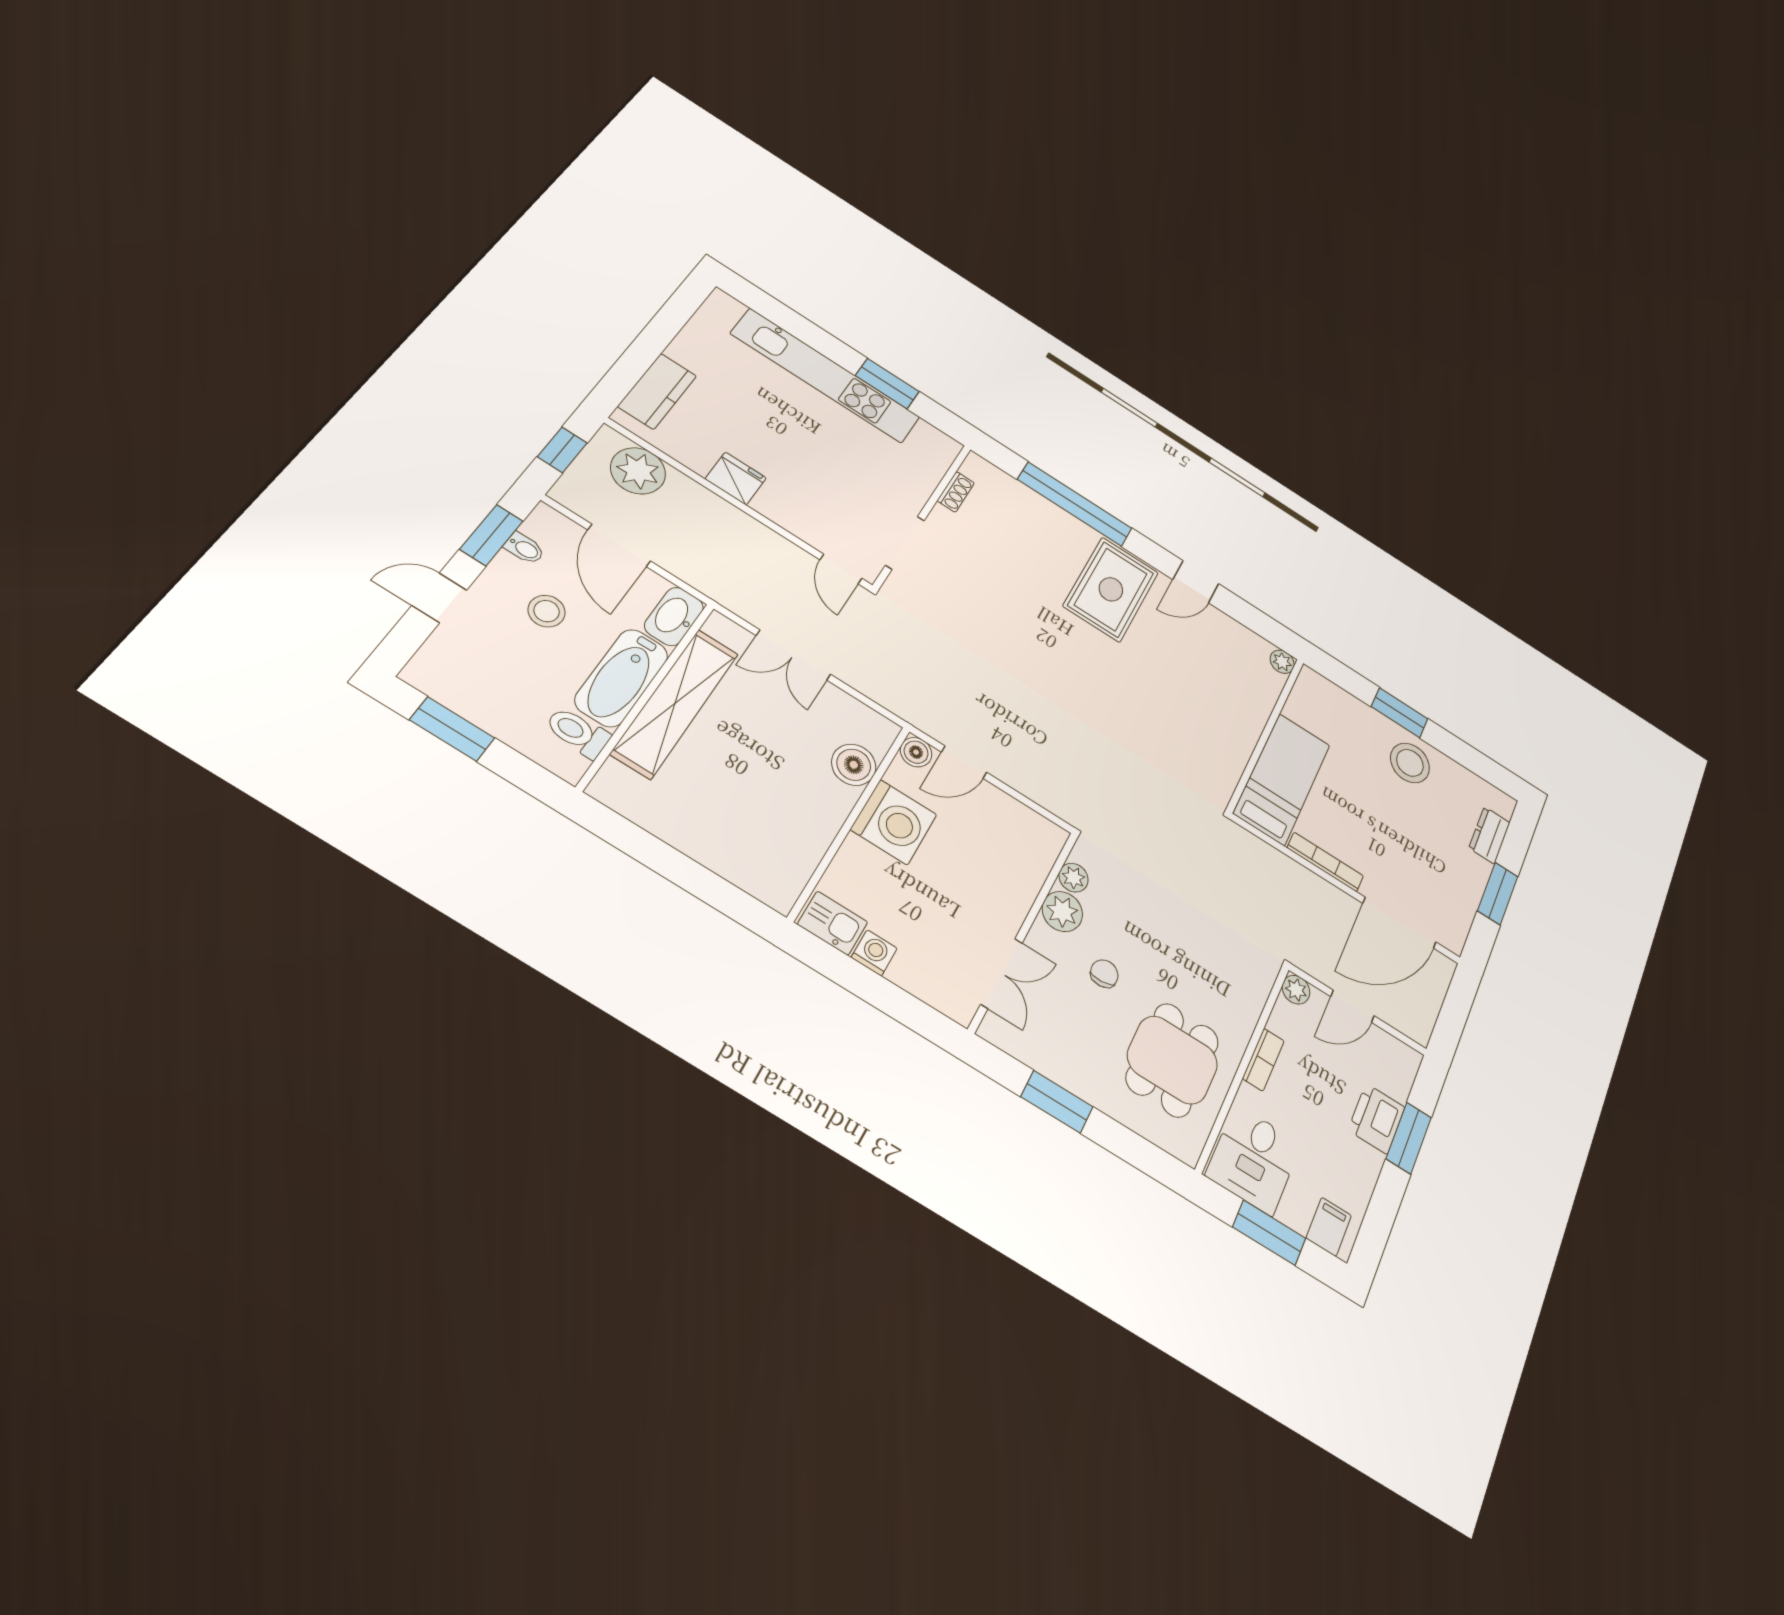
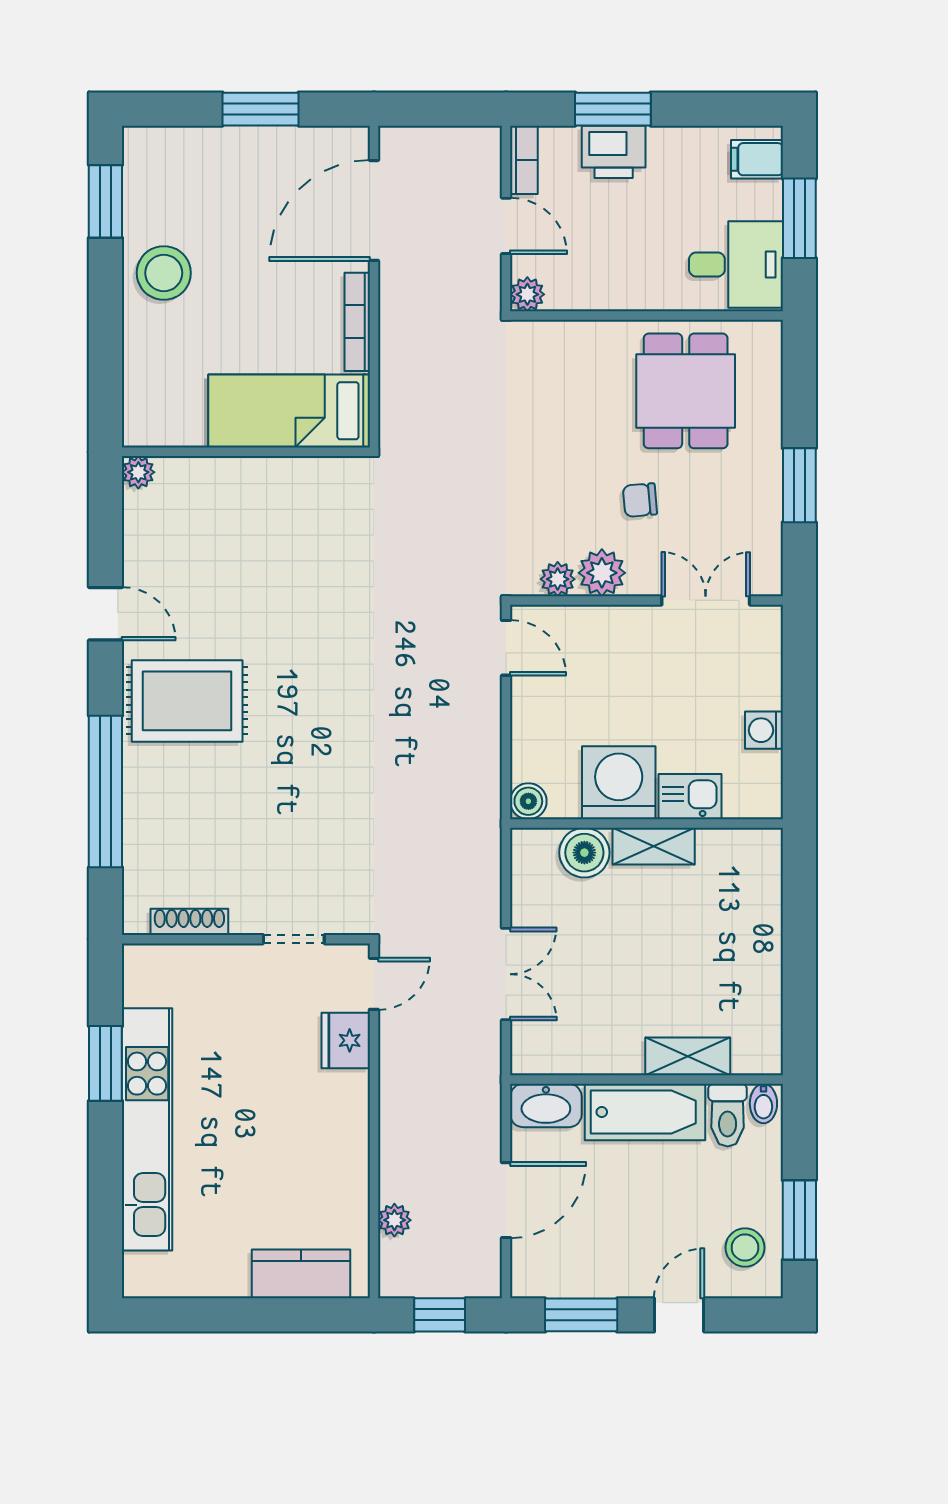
plant: (638, 471) -> (394, 1220), width x0.53, depth x0.53
fridge: (736, 478) -> (346, 1040), moved
shoe rack: (956, 492) -> (189, 922), width x1.43
doorway: (905, 543) -> (294, 939), width x0.73
bidet: (524, 548) -> (763, 1103), moved, turned 180
door: (439, 598) -> (679, 1315), swing flipped
stool: (547, 611) -> (745, 1248), moved
shelving: (675, 703) -> (688, 1056), width x0.45, depth x0.75
window: (1400, 713) -> (105, 201), moved
door: (964, 762) -> (506, 648), moved
shelving: (829, 815) -> (654, 846), added
dresser: (1489, 835) -> (192, 145), removed
kitchen sink: (833, 923) -> (690, 797), moved, turned 90
door: (1399, 923) -> (374, 210), swing flipped
dining table: (1172, 1060) -> (686, 391), turned 90
bookcase: (1263, 1060) -> (524, 160), moved, turned 90

